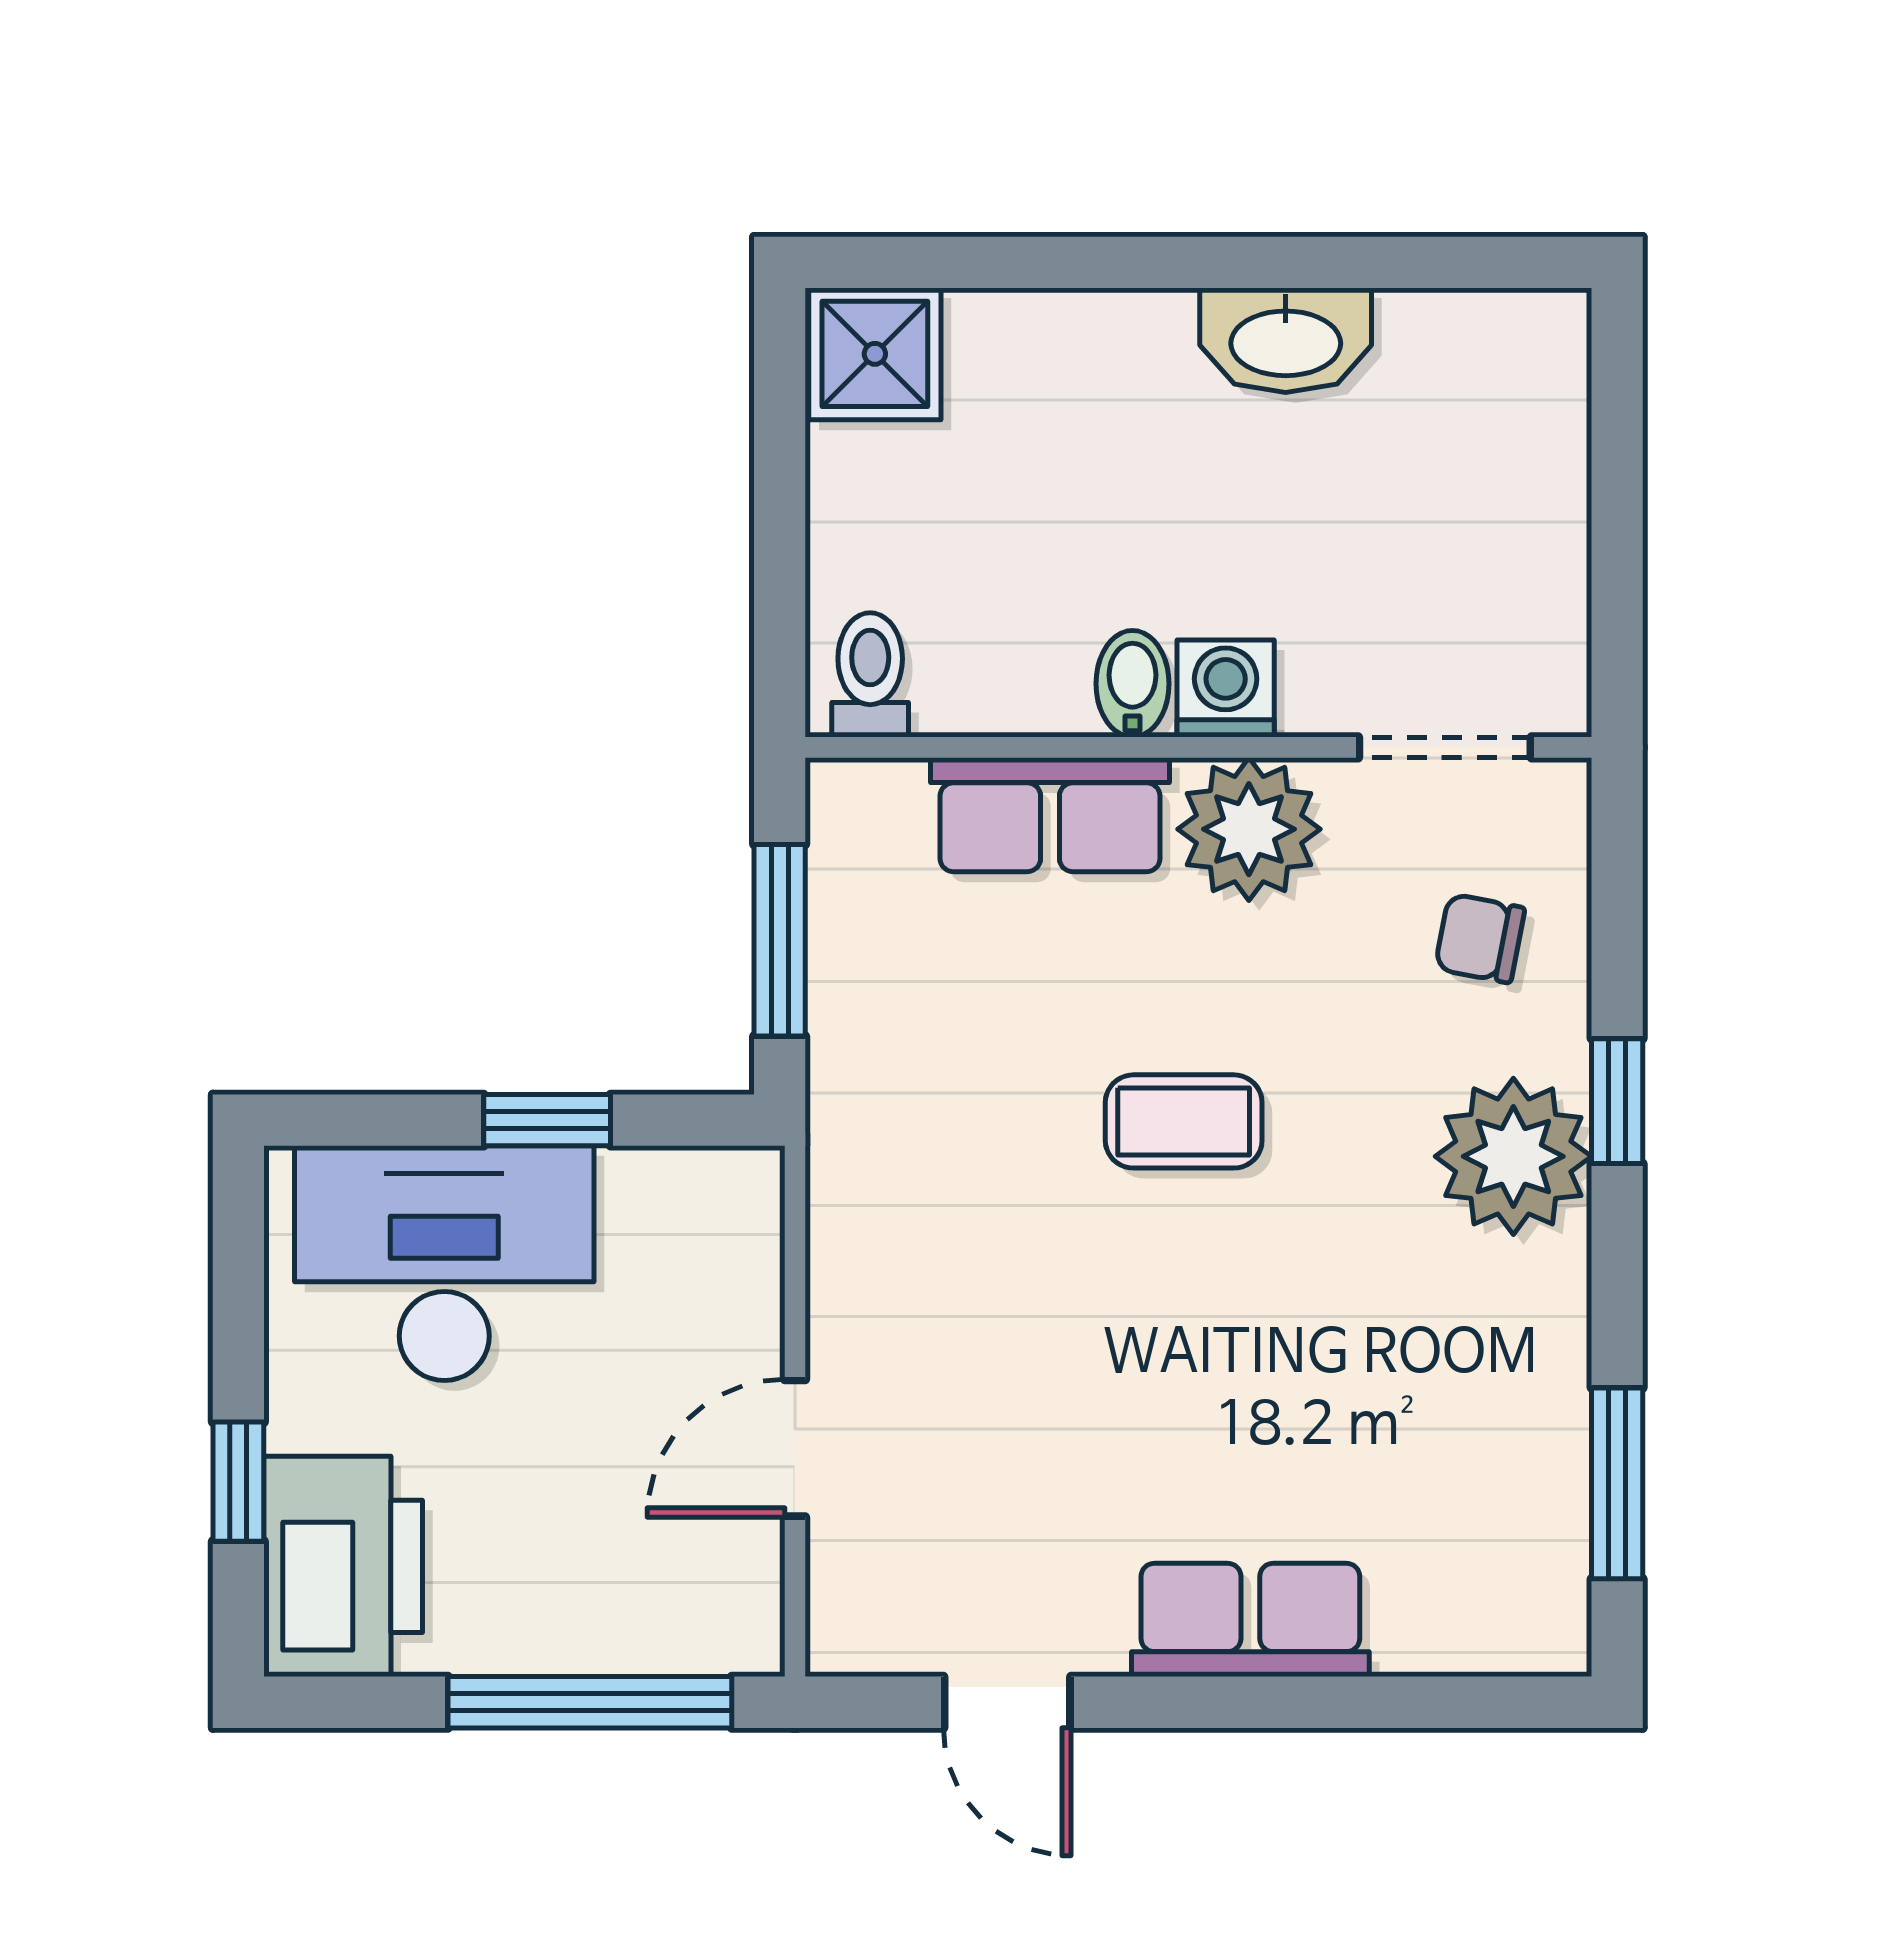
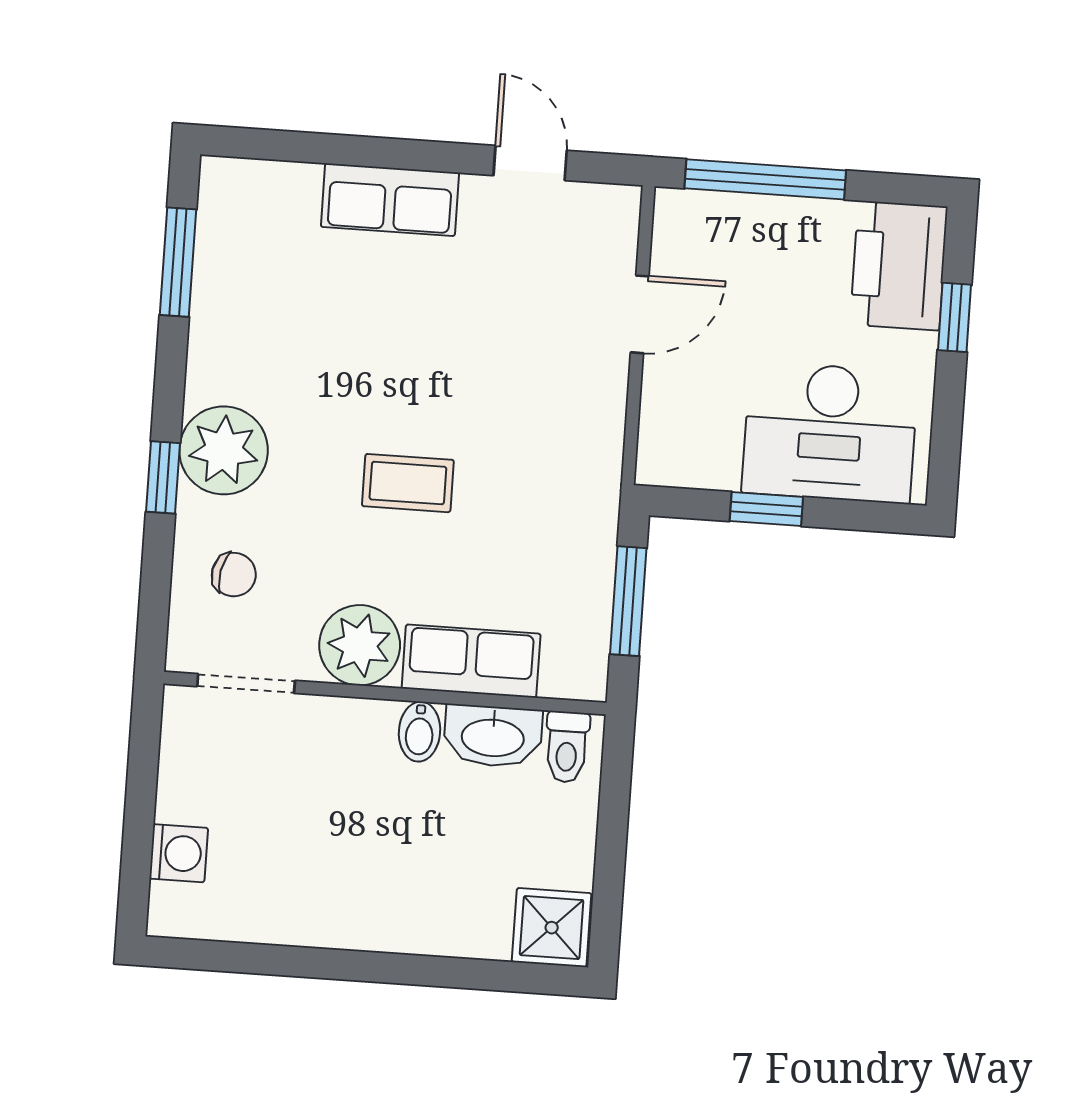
washbasin: (1286, 340) -> (493, 736), moved, turned 180
washing machine: (1226, 689) -> (179, 853), moved, turned -90

